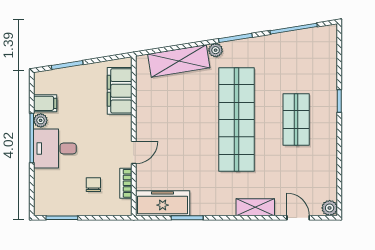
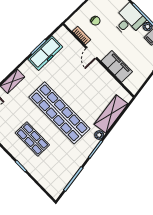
filing cabinet: (120, 91) -> (117, 66), moved
freezer: (163, 203) -> (45, 53), moved

